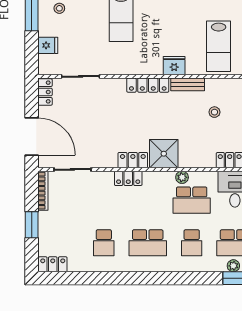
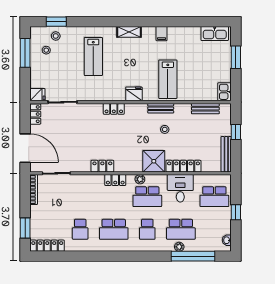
fridge: (48, 45) -> (37, 95), moved
bench: (188, 84) -> (161, 108), moved
locker: (148, 85) -> (114, 109), width x0.66
shower: (164, 154) -> (154, 161), moved
locker: (128, 178) -> (115, 180), moved
window: (32, 225) -> (25, 228), moved
locker: (53, 264) -> (47, 246), width x1.53

